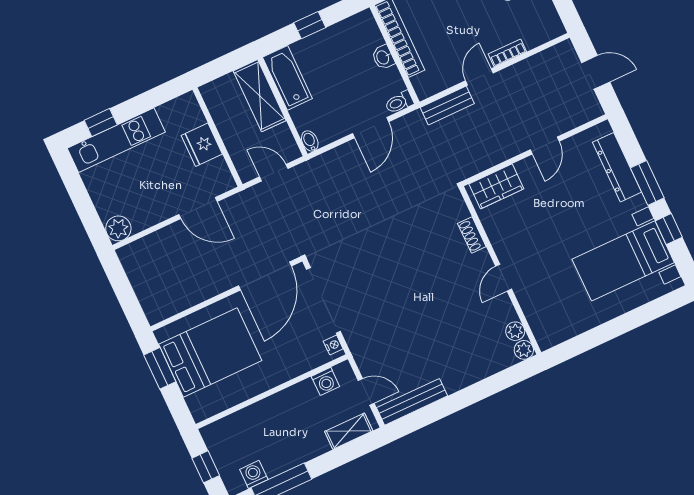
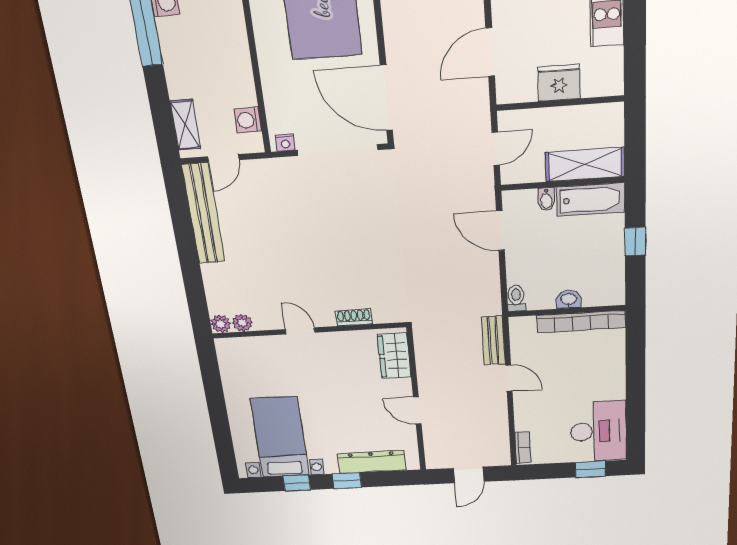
bookcase: (507, 53) -> (523, 447), moved
door: (371, 128) -> (500, 231), moved
bidet: (310, 141) -> (546, 199), moved, turned 90
window: (647, 183) -> (347, 481), width x0.67
bench: (412, 402) -> (203, 214), width x1.37, depth x1.21

